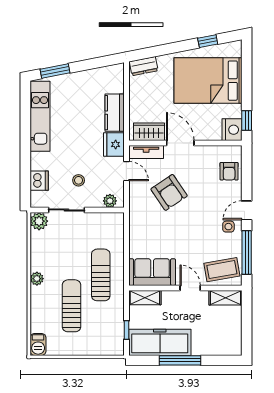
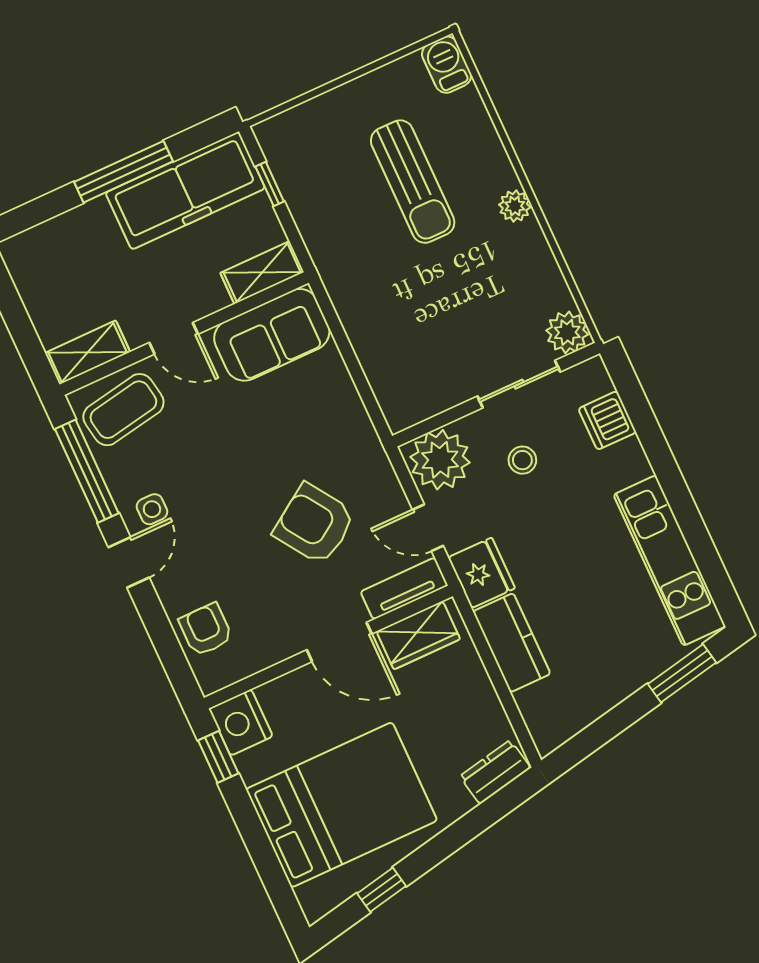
plant: (110, 201) -> (440, 460), width x1.87, depth x1.87
sun lounger: (101, 275) -> (380, 278), removed

